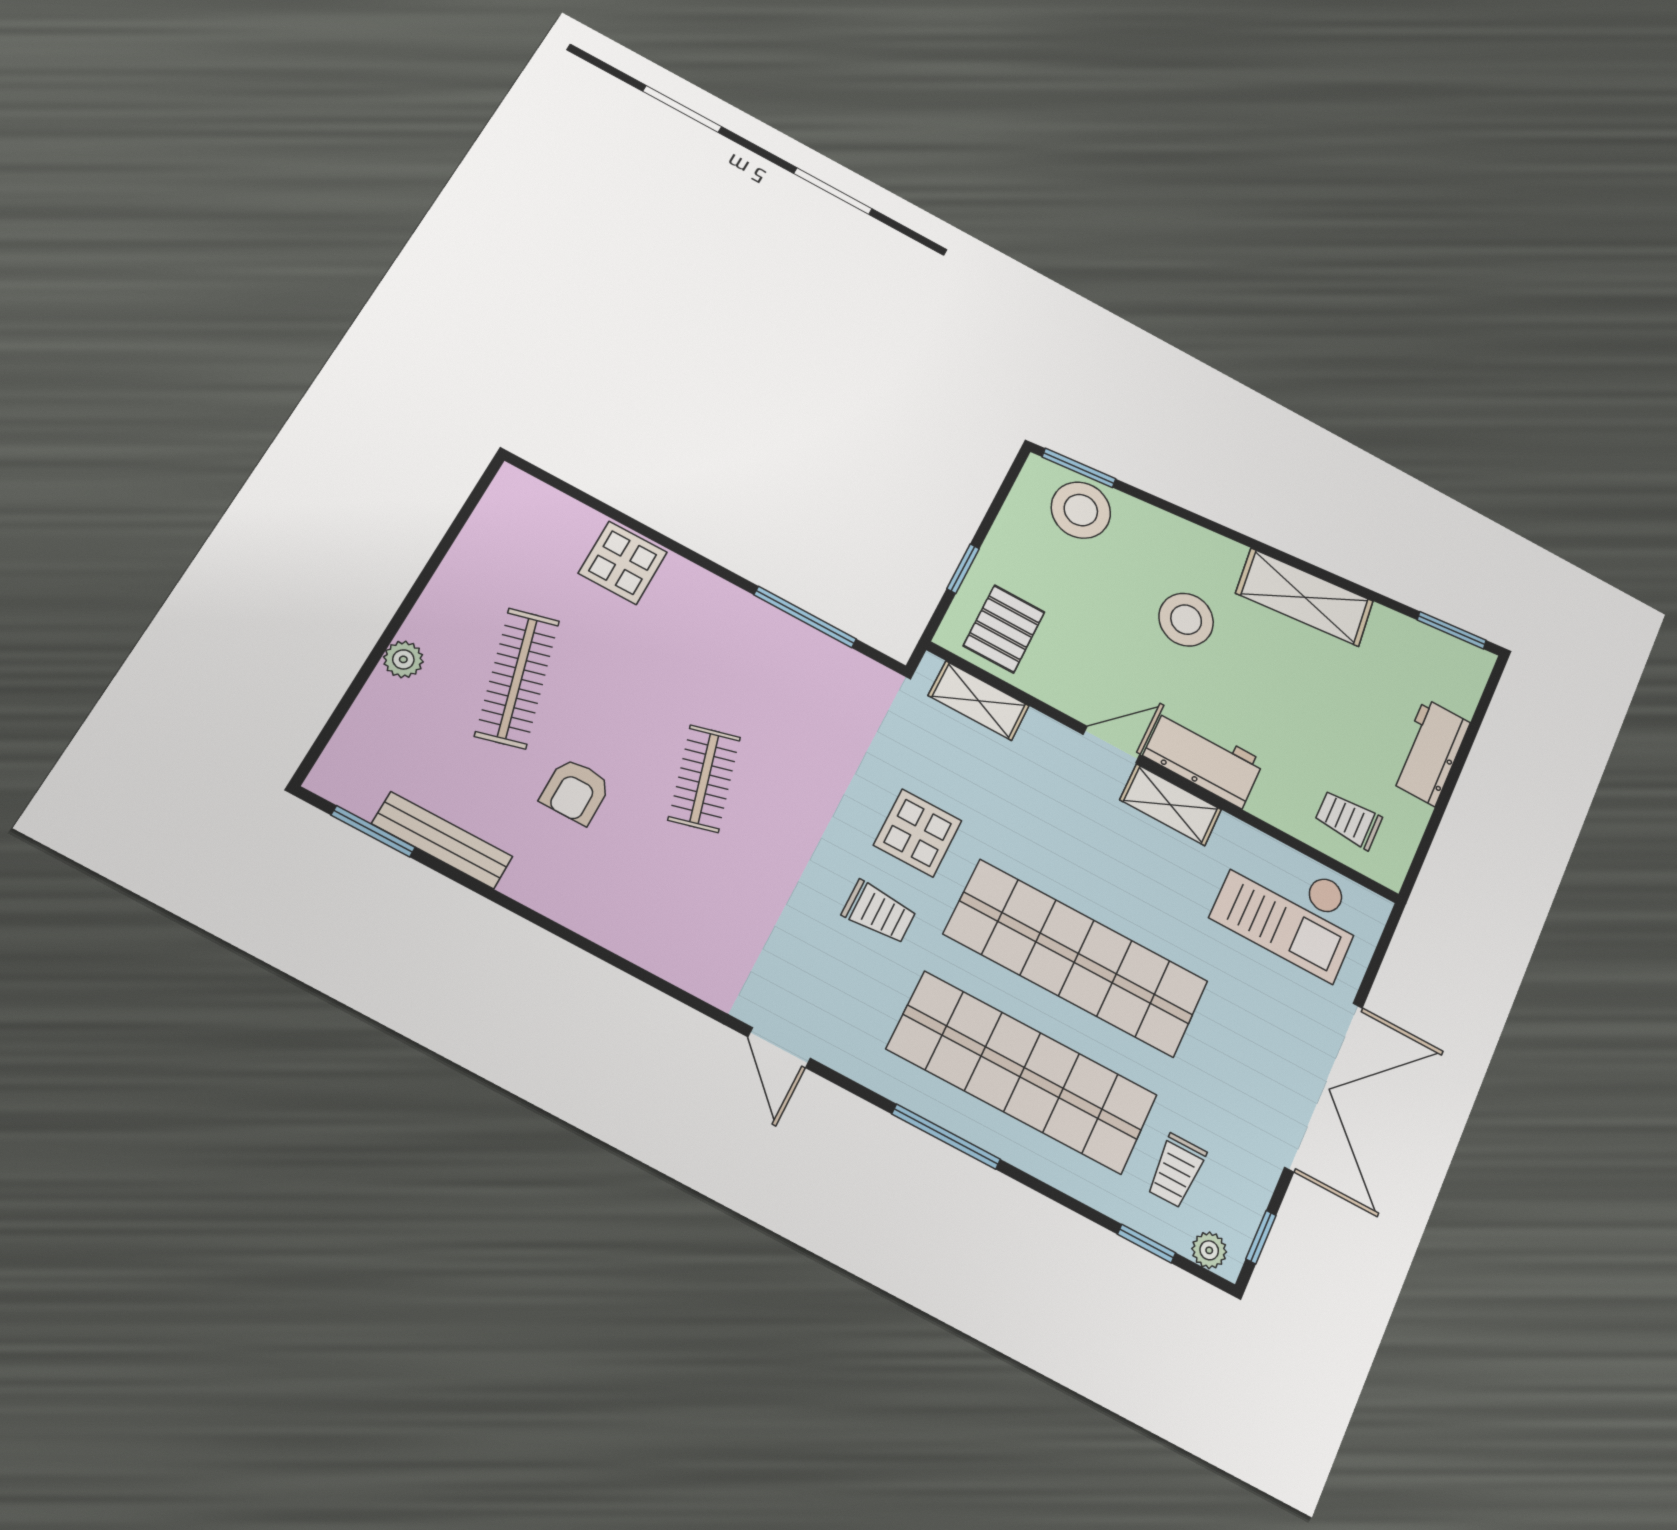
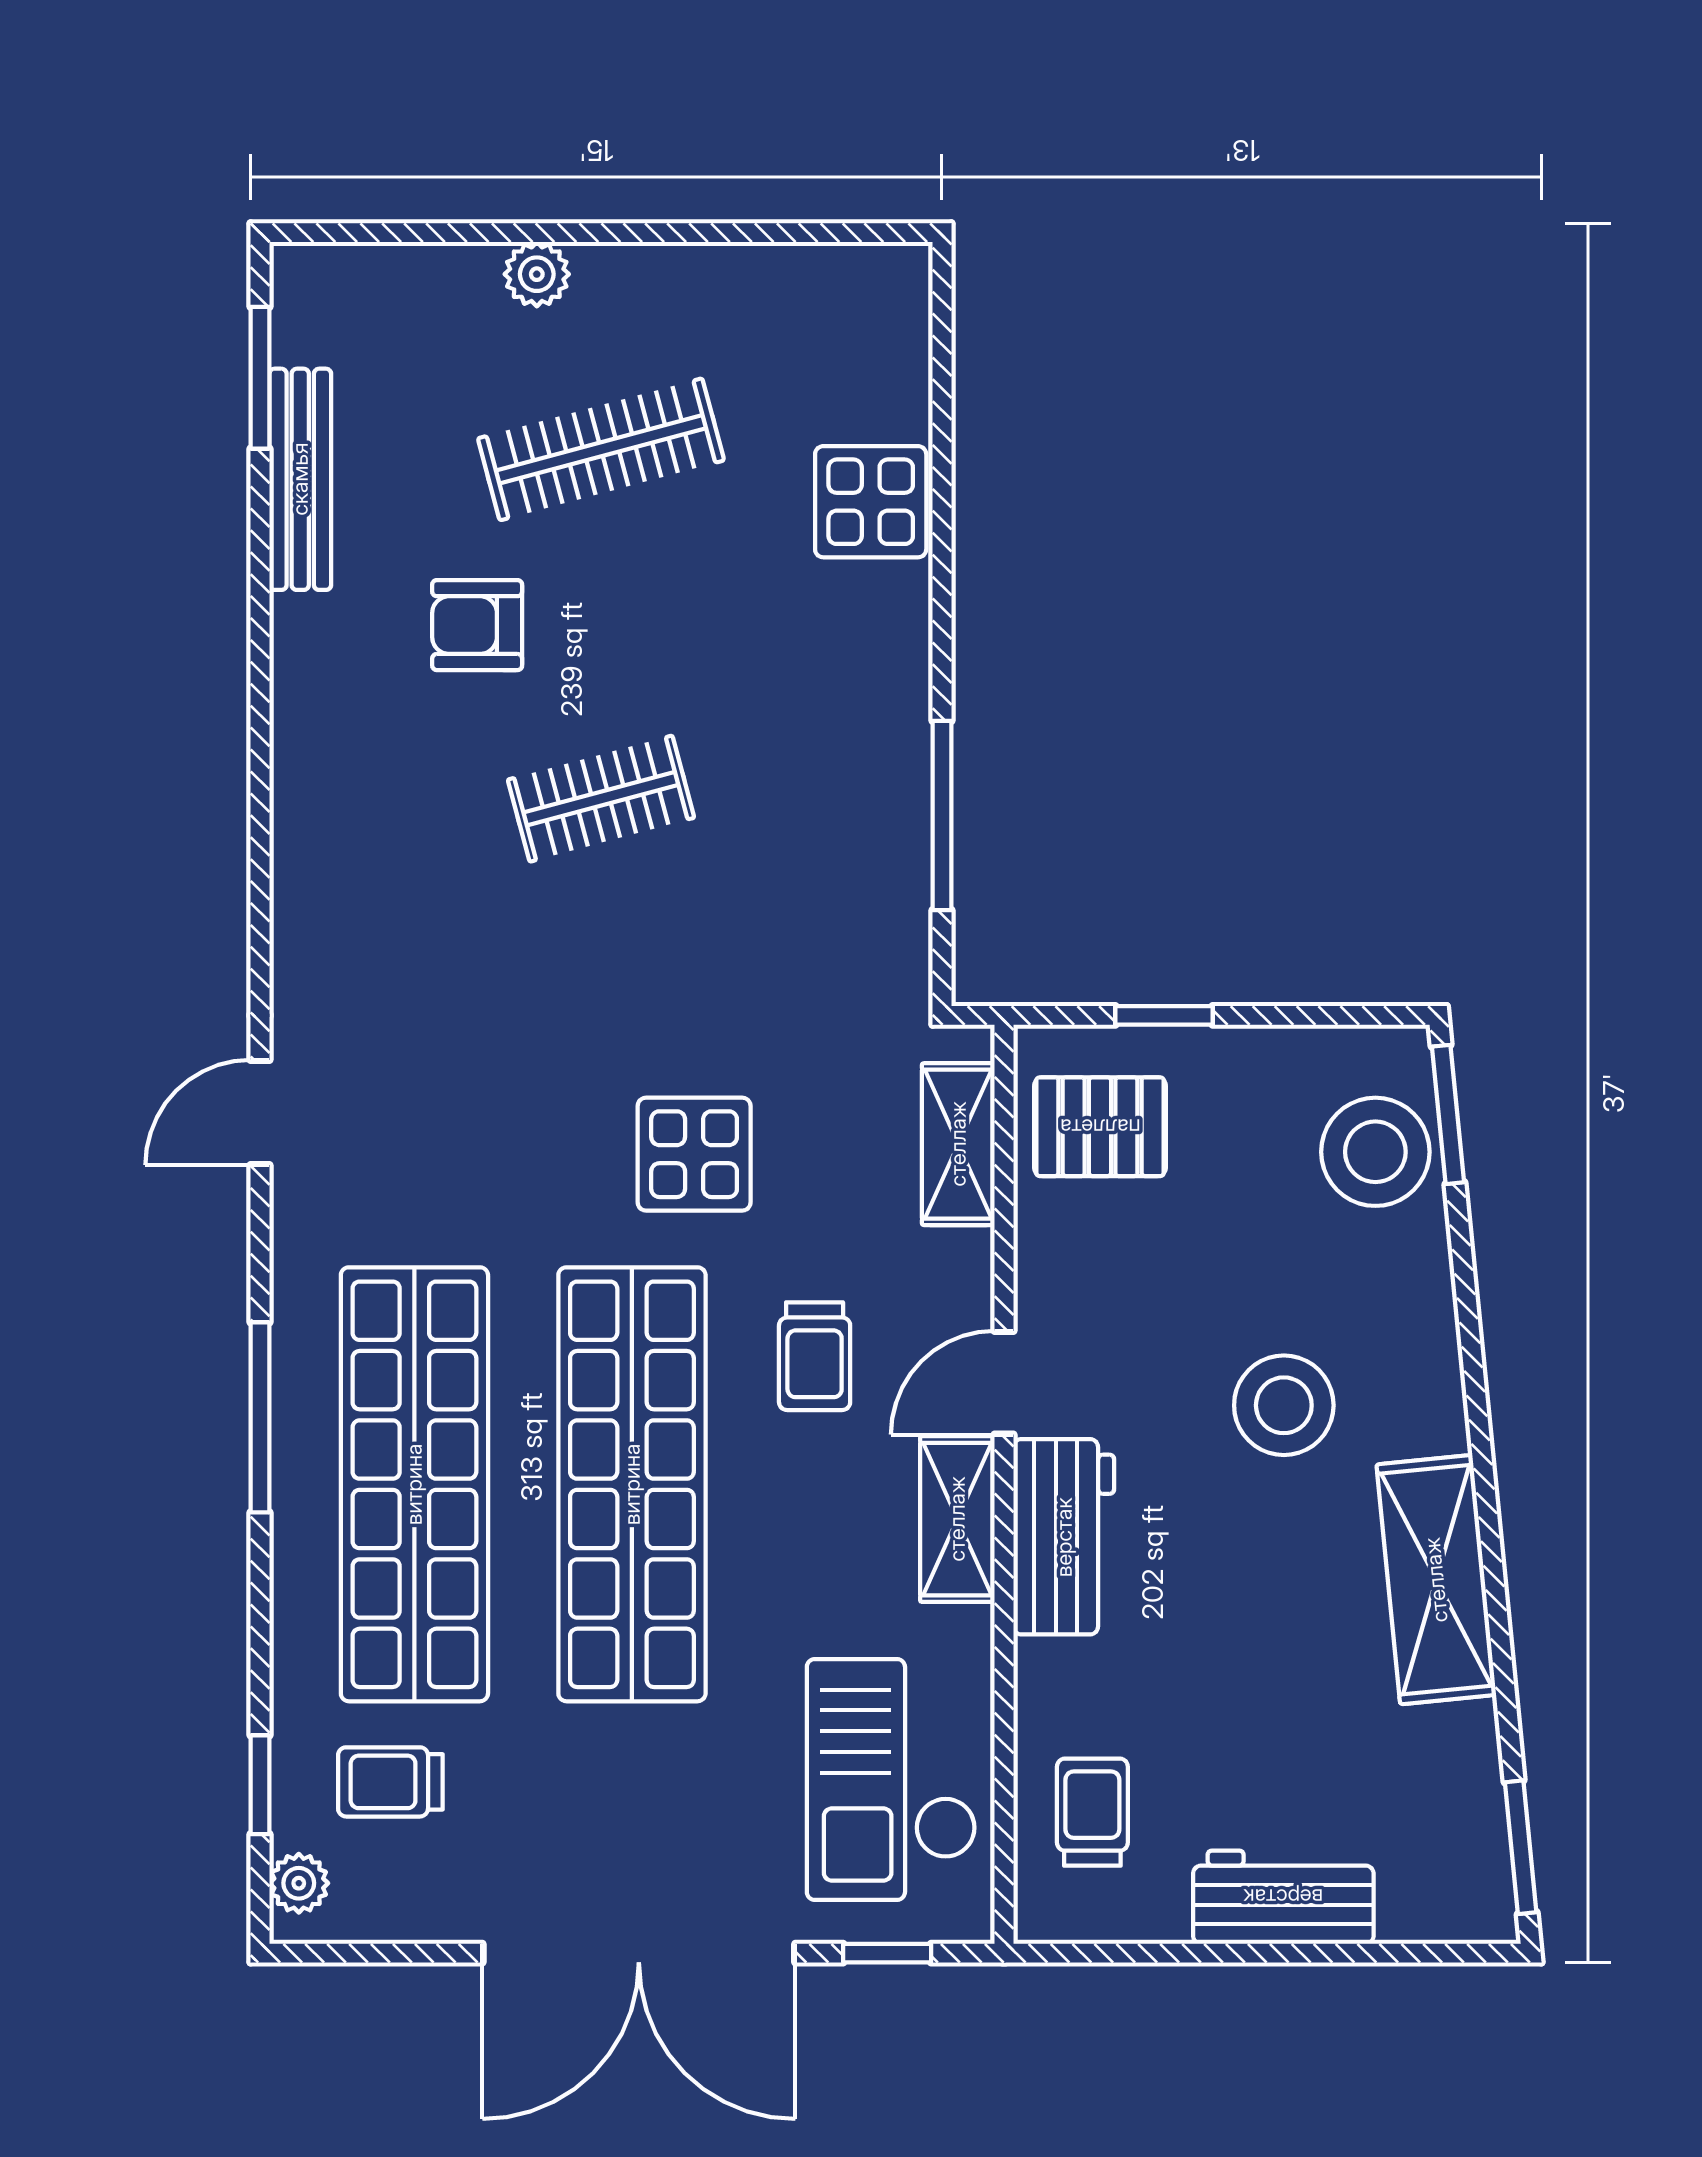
door: (1112, 745) -> (1004, 1383), swing flipped
trolley: (879, 912) -> (815, 1356), moved
window: (1261, 1237) -> (887, 1953), moved

